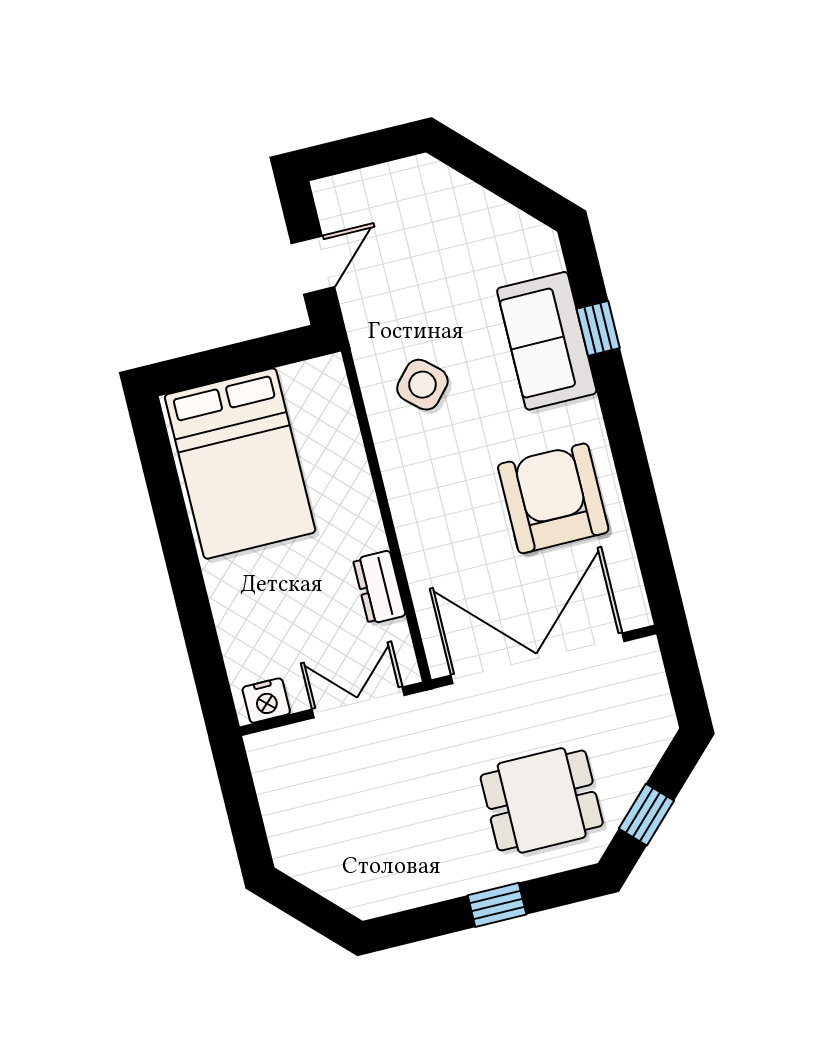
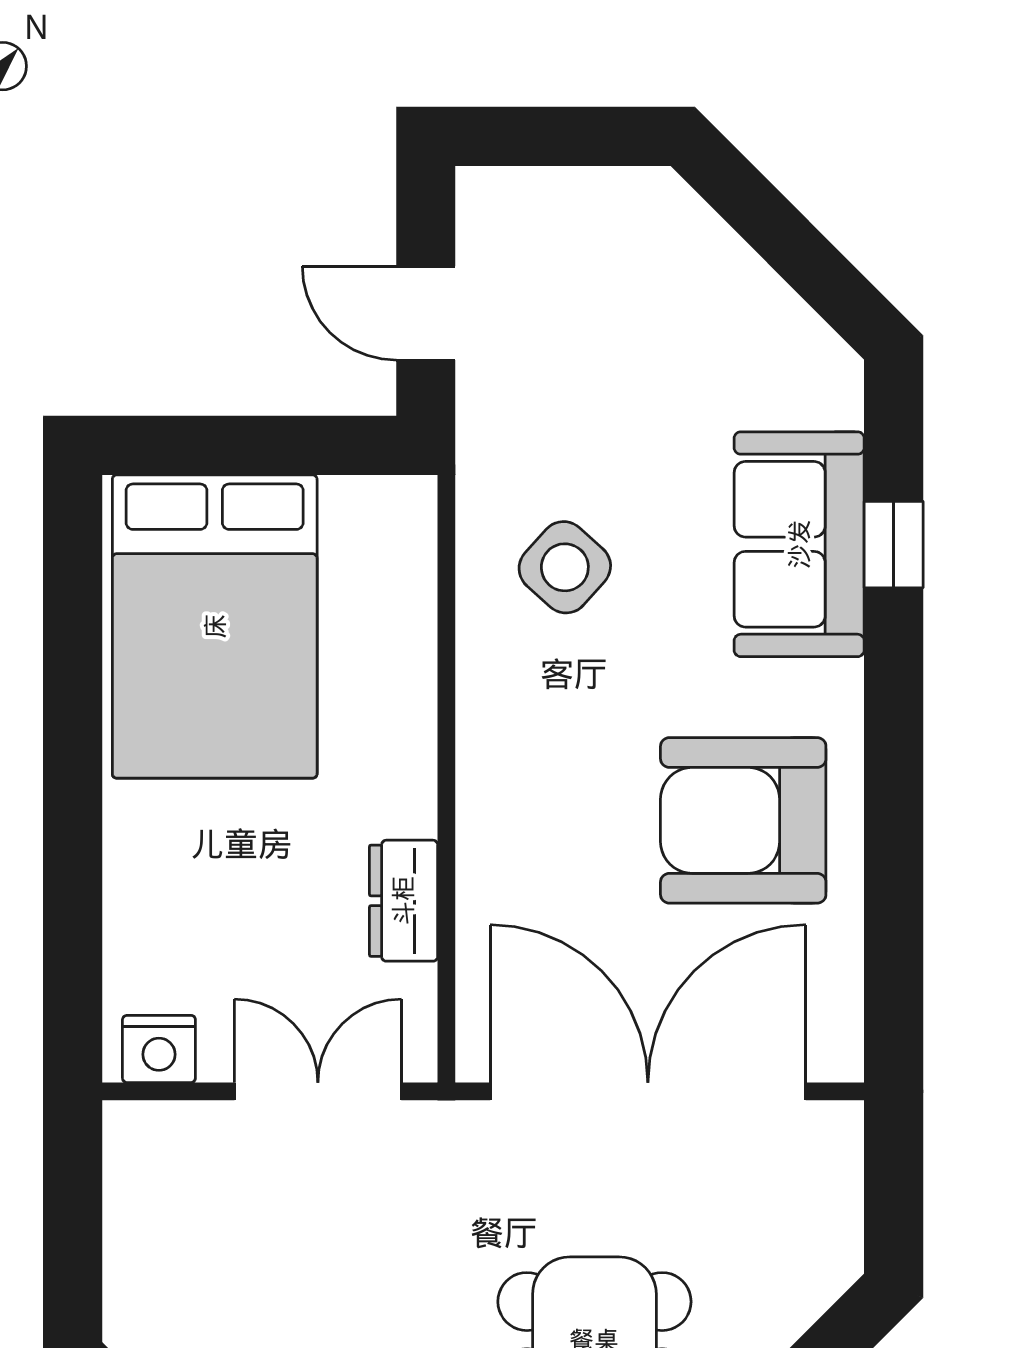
door: (313, 265) -> (426, 313), swing flipped
armchair: (553, 498) -> (743, 820), turned -90

